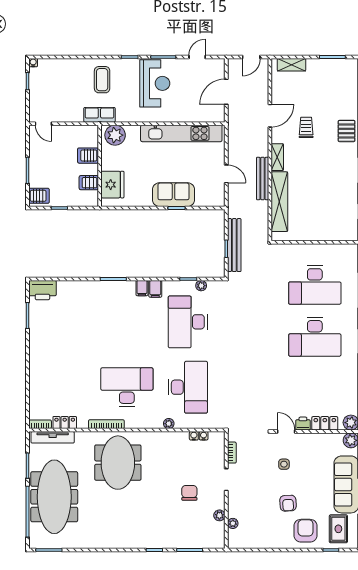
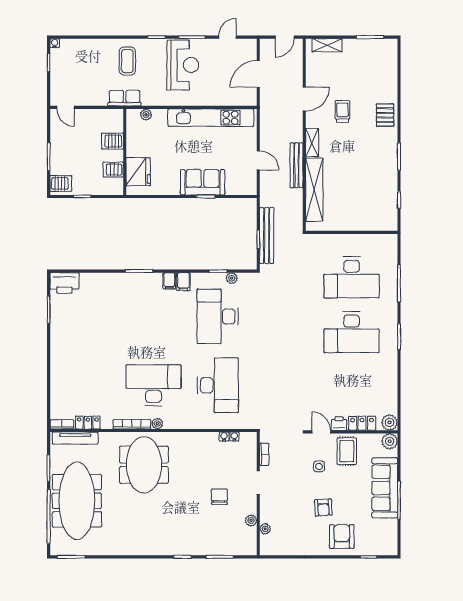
plant: (115, 135) -> (146, 115), width x0.53, depth x0.53
plant: (169, 424) -> (157, 424), moved
rug: (338, 529) -> (347, 451), moved

